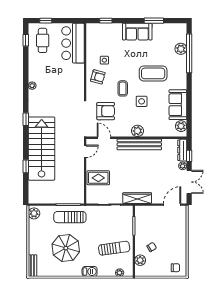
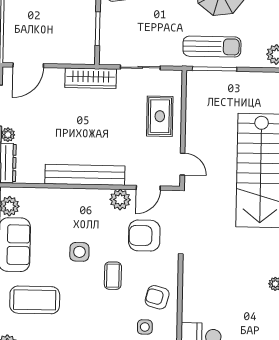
coffee table: (153, 73) -> (35, 300), moved
plant: (137, 131) -> (120, 200), moved
door: (104, 138) -> (148, 188), hinge flipped
door: (85, 151) -> (182, 164), swing flipped
rug: (98, 178) -> (160, 116), turned 90

